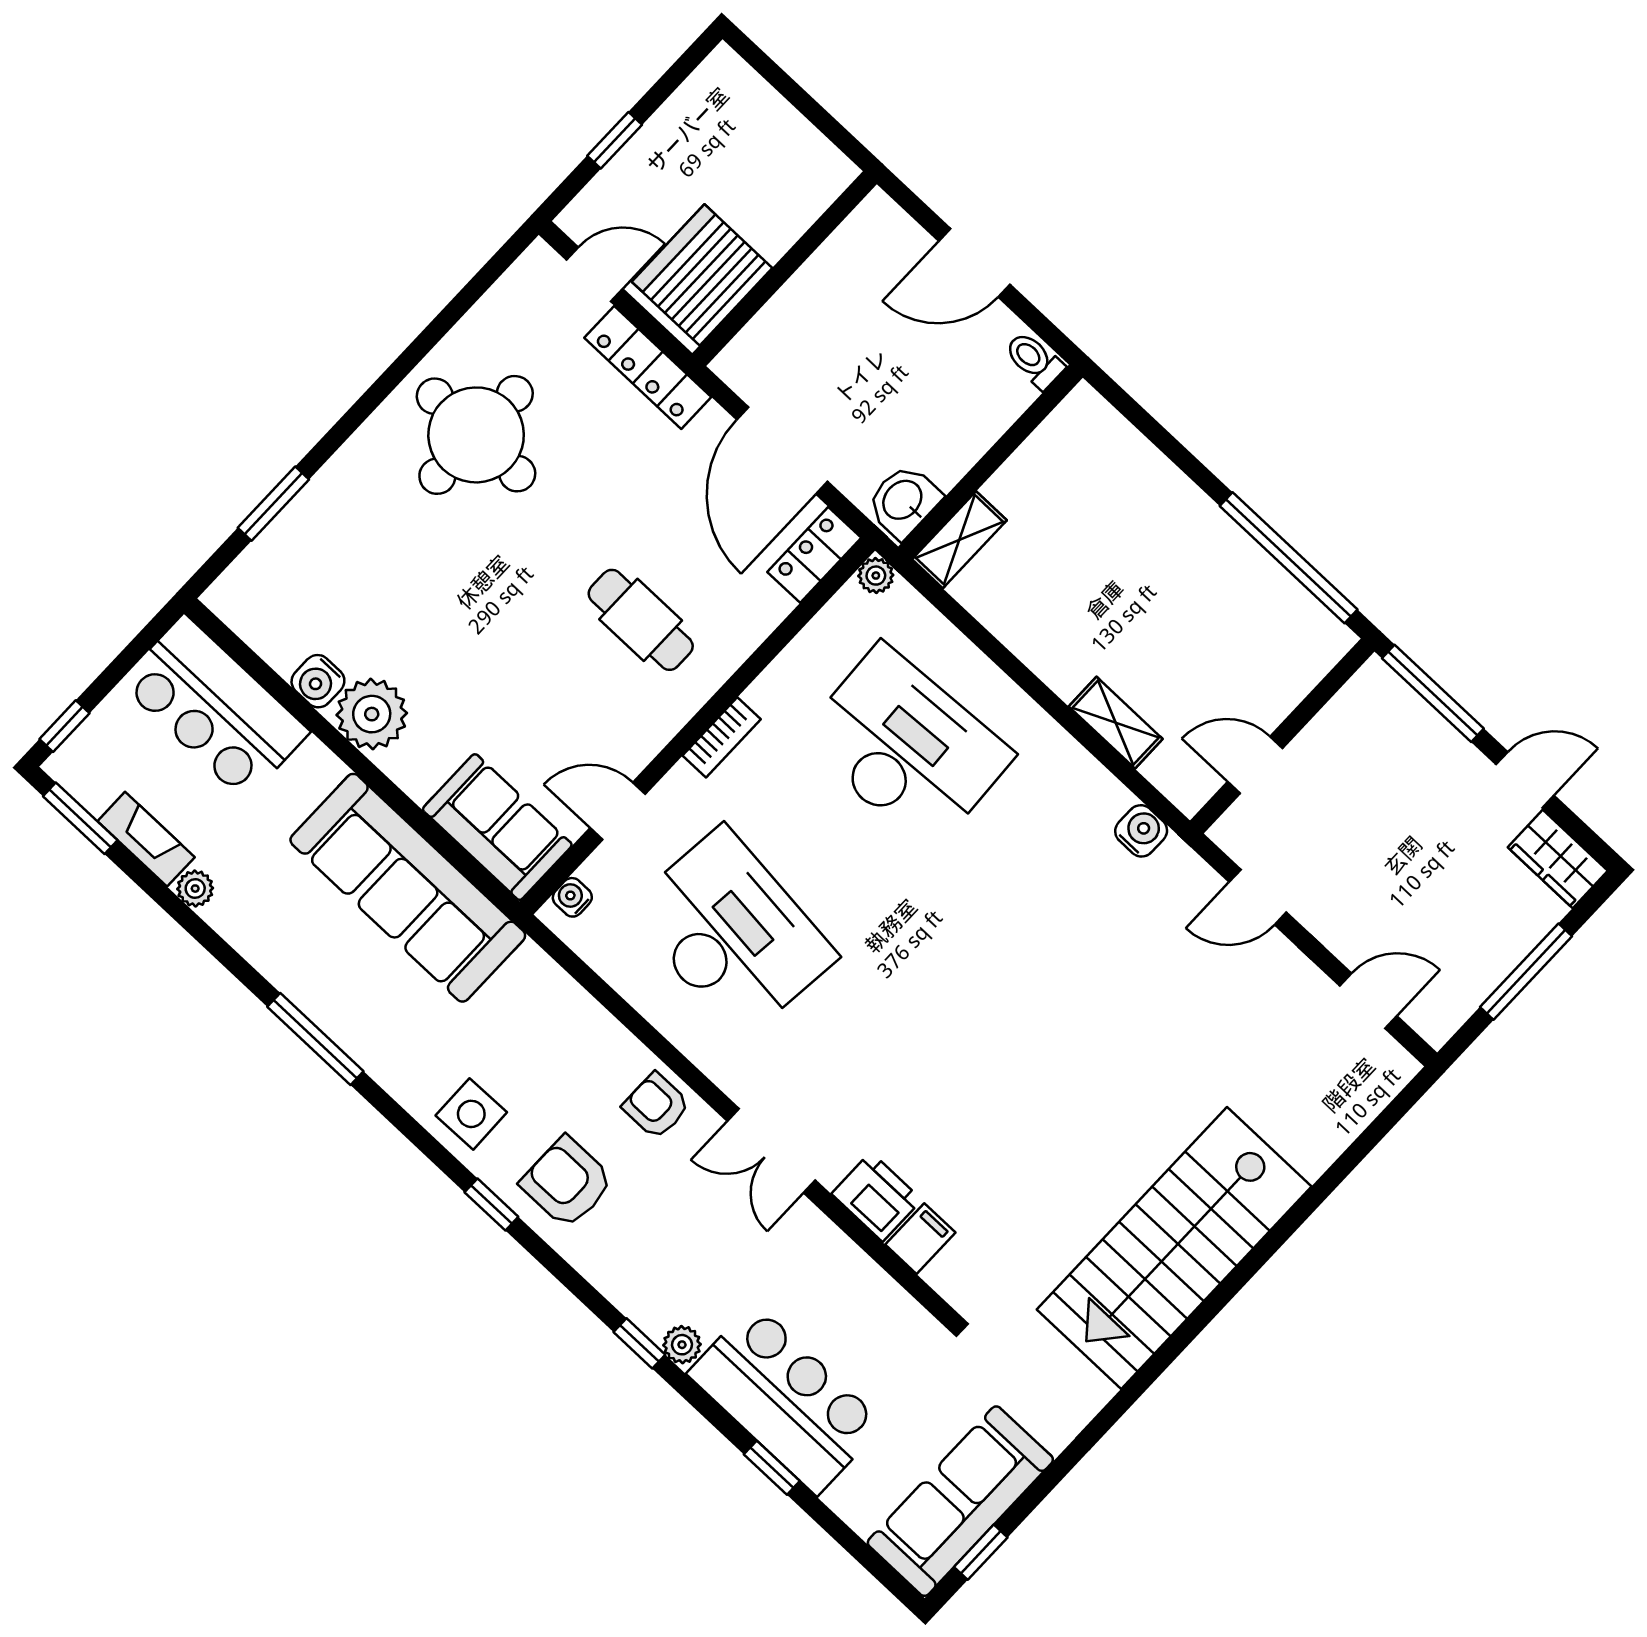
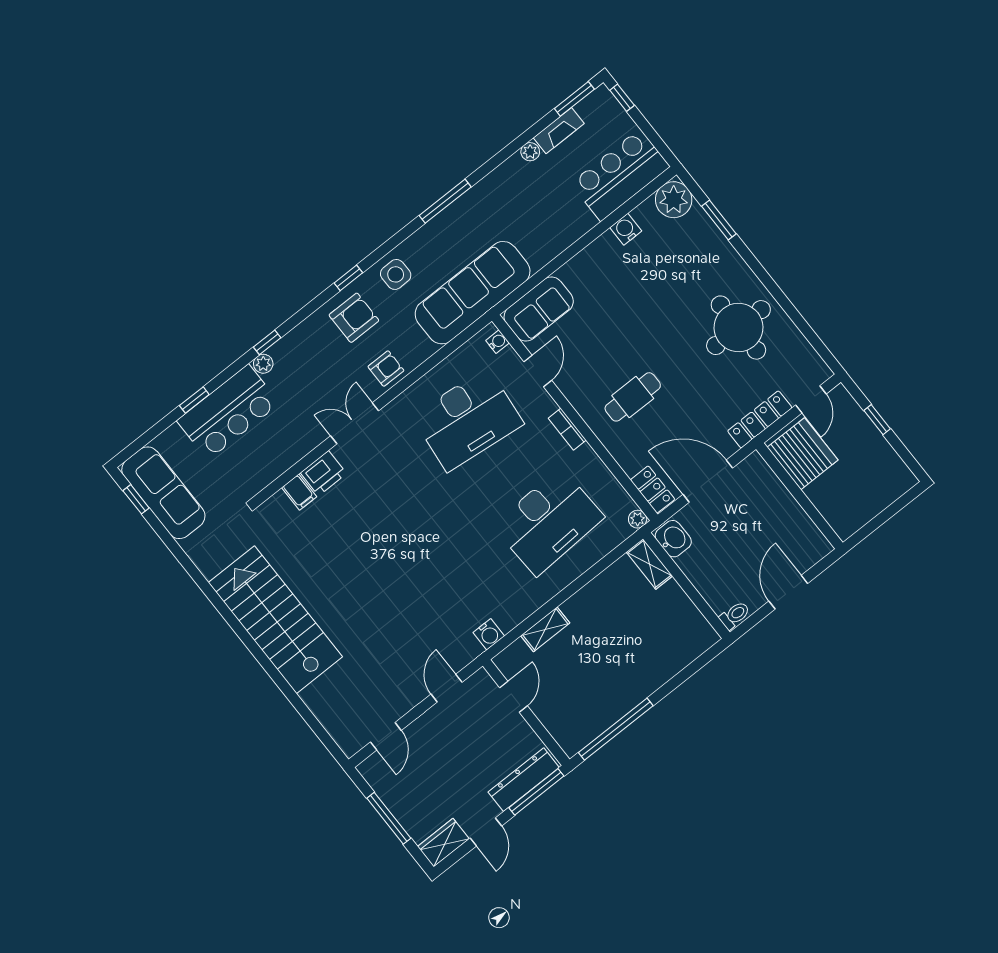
plant: (372, 714) -> (674, 200), moved
dresser: (1413, 722) -> (524, 780), added
sofa: (408, 888) -> (473, 293), moved

